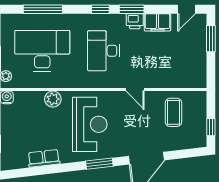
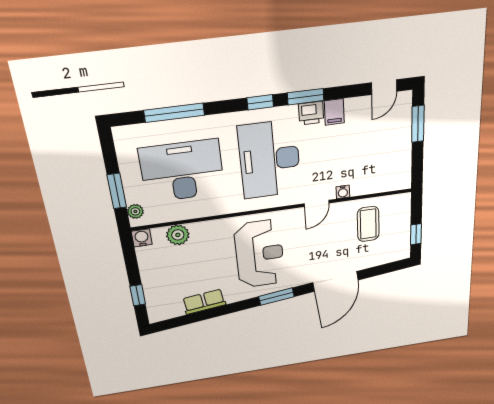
filing cabinet: (157, 22) -> (334, 112), width x0.50
desk: (103, 51) -> (270, 159), width x1.36, depth x1.30
water cooler: (155, 83) -> (343, 192), added
door: (135, 89) -> (317, 203), hinge flipped
plant: (53, 99) -> (178, 235), moved

